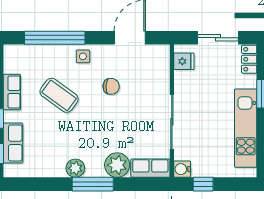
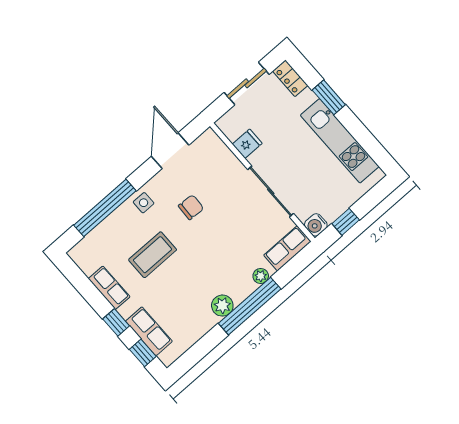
fridge: (184, 61) -> (247, 144), moved
coffee table: (59, 95) -> (153, 255), turned -36
plant: (117, 165) -> (261, 276), width x0.53, depth x0.53
window: (93, 184) -> (250, 306), width x1.46

